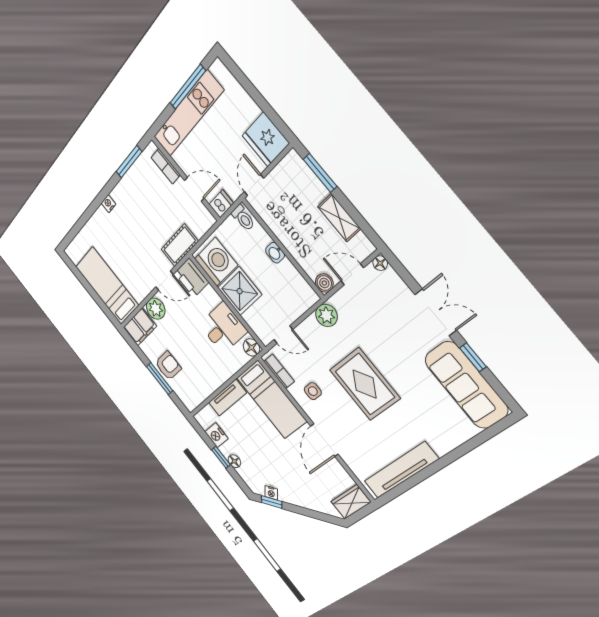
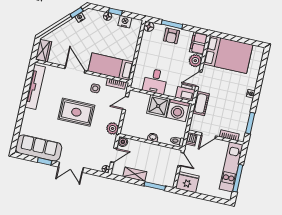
bed: (107, 286) -> (228, 54), width x1.50
floor lamp: (251, 347) -> (149, 27), moved
tv unit: (227, 398) -> (132, 47), removed

